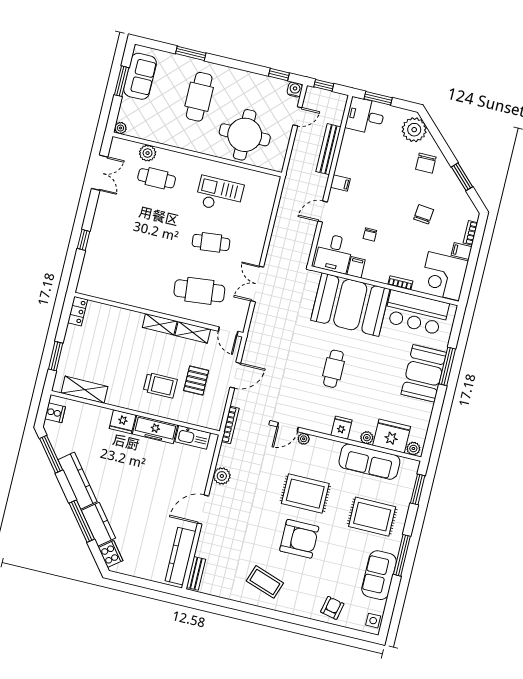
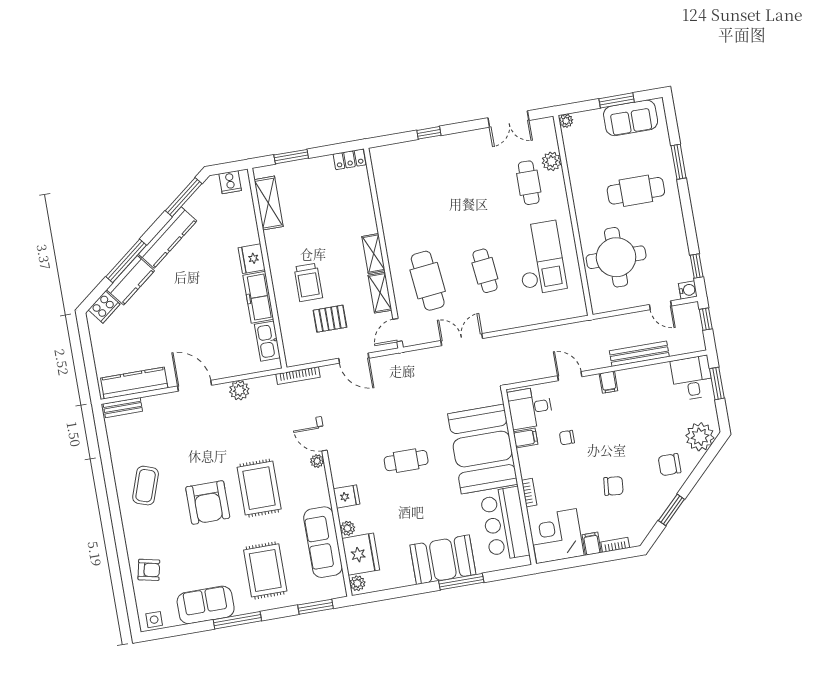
checkout: (219, 195) -> (540, 258), width x1.36, depth x1.21

